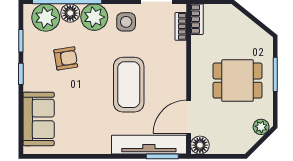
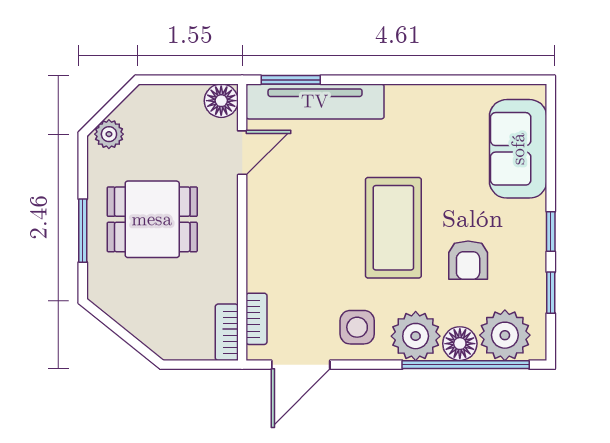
armchair: (66, 58) -> (468, 260), turned -81
coffee table: (129, 85) -> (393, 228), moved
door: (189, 117) -> (242, 153), width x0.73

